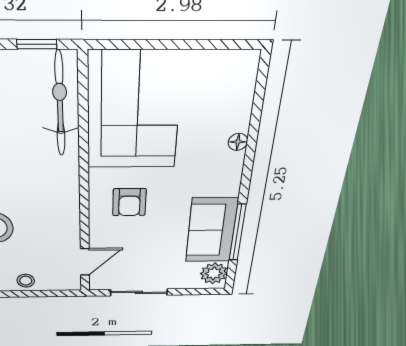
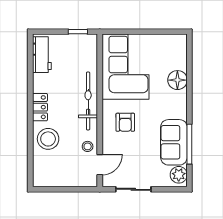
bicycle: (60, 105) -> (88, 101), moved
floor lamp: (238, 142) -> (177, 80), width x1.89, depth x1.89
stool: (26, 281) -> (88, 146), moved

